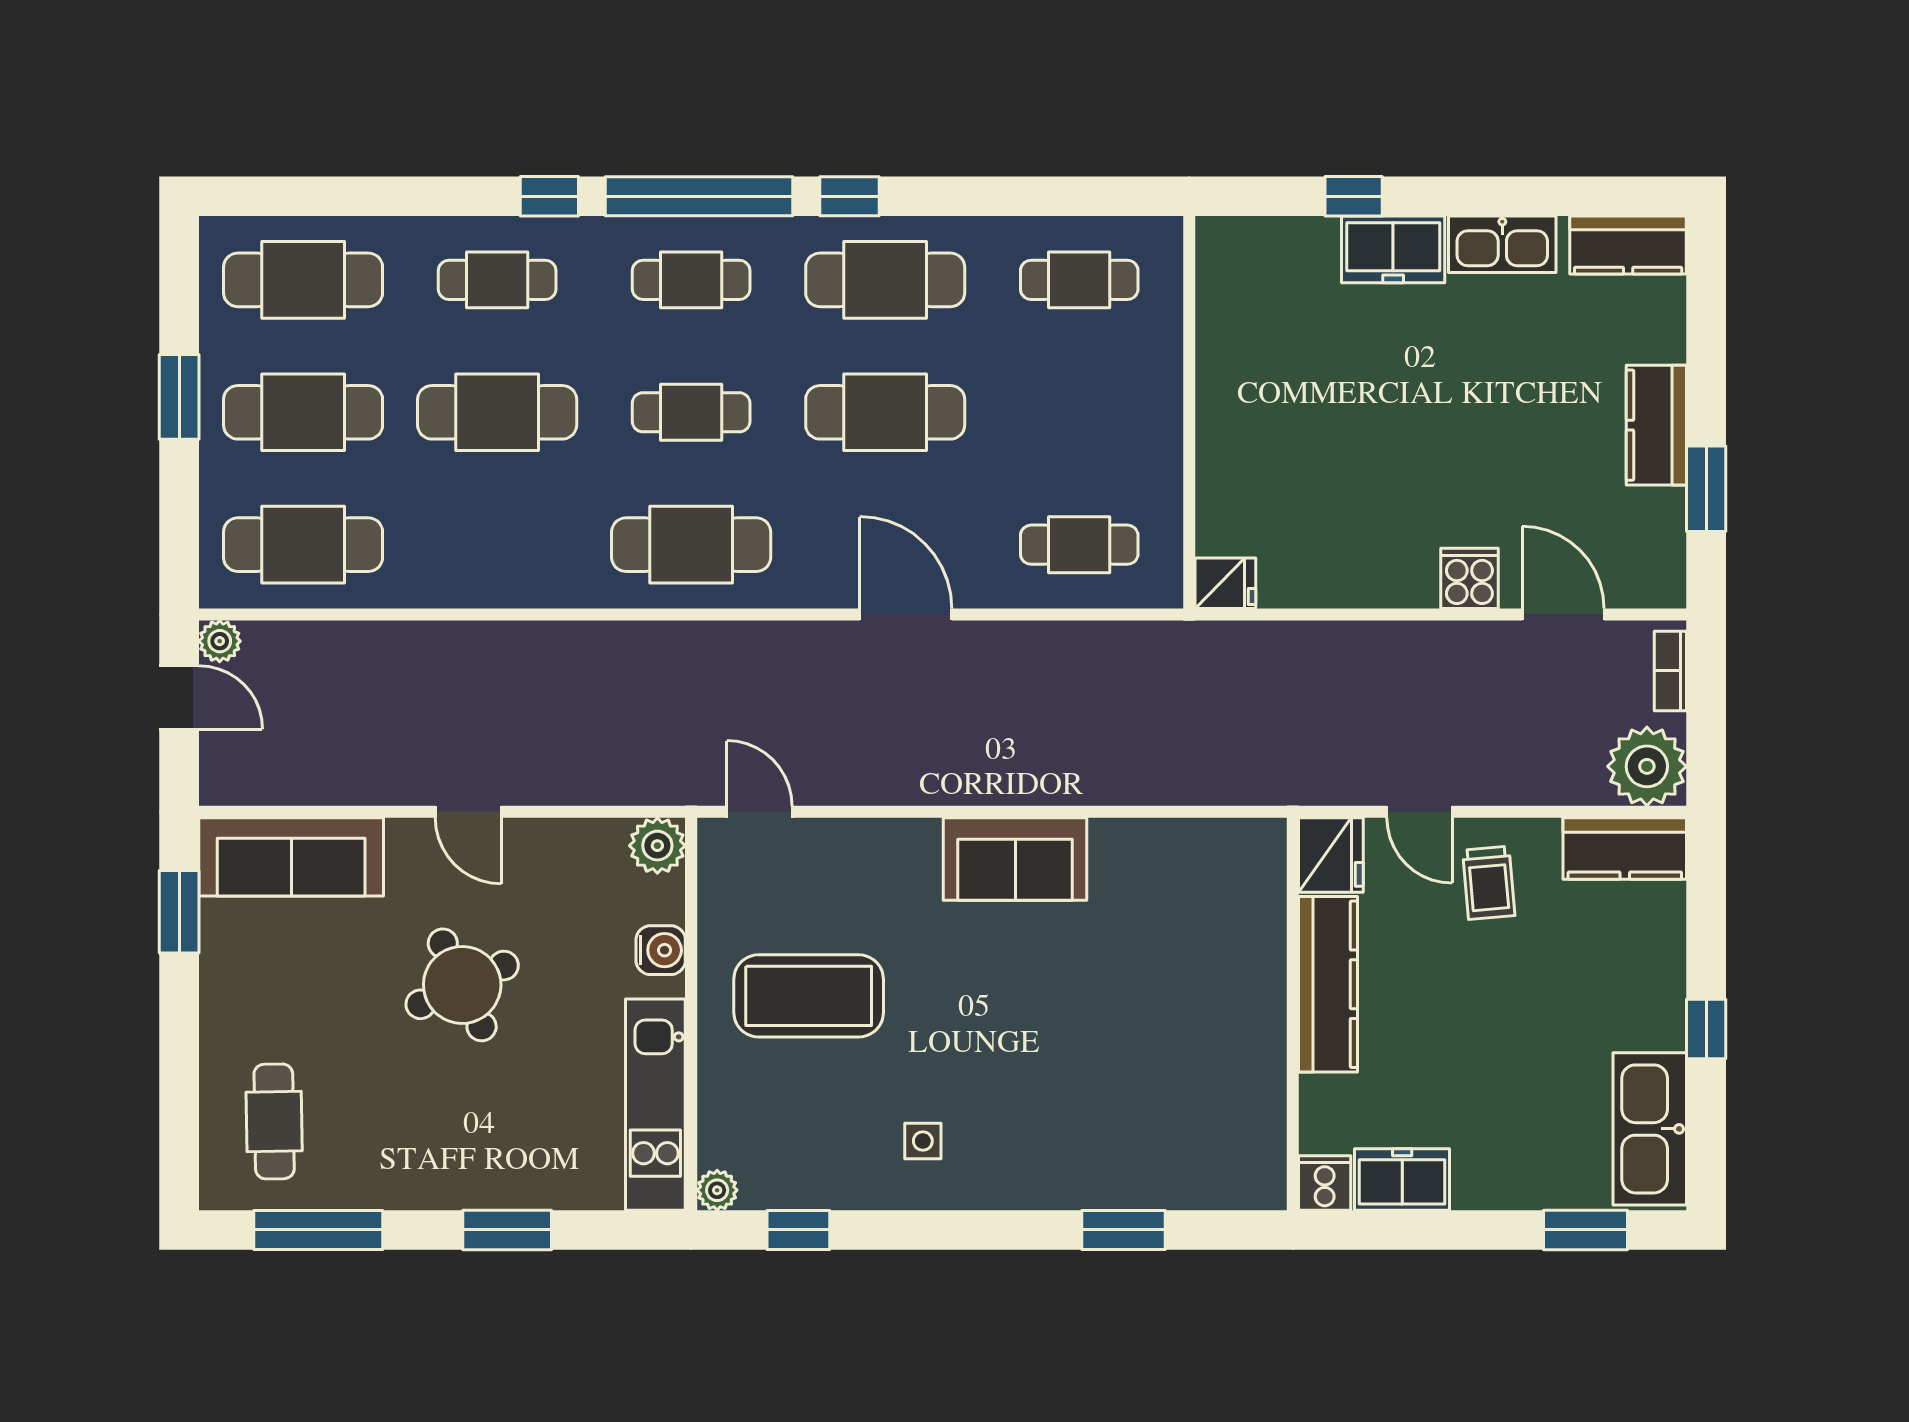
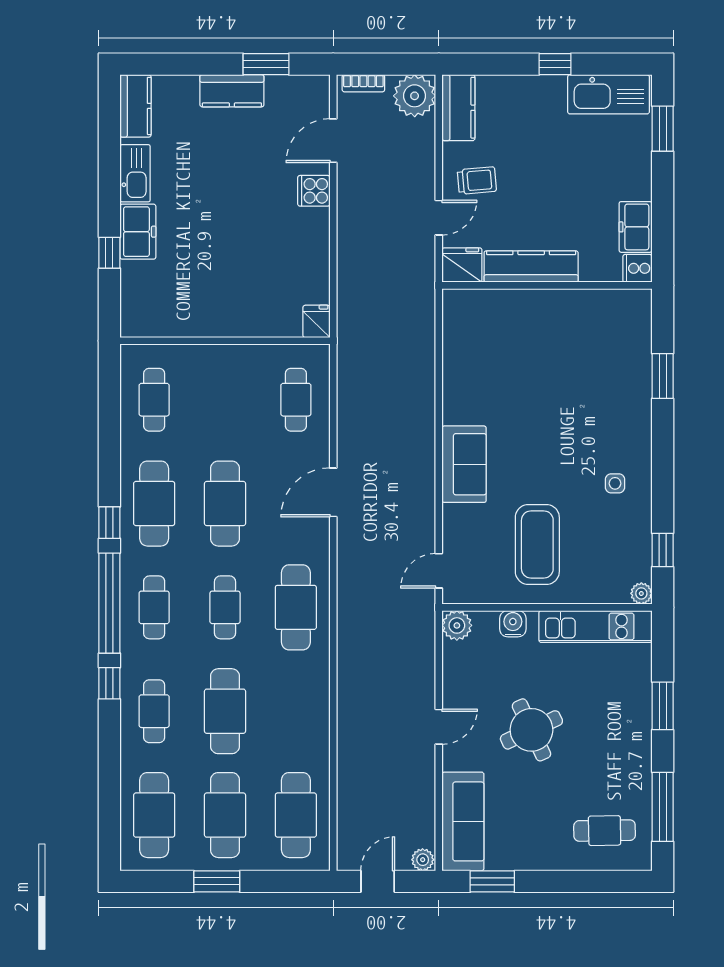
plant: (220, 641) -> (423, 860), moved
sofa: (1015, 859) -> (464, 464), moved

